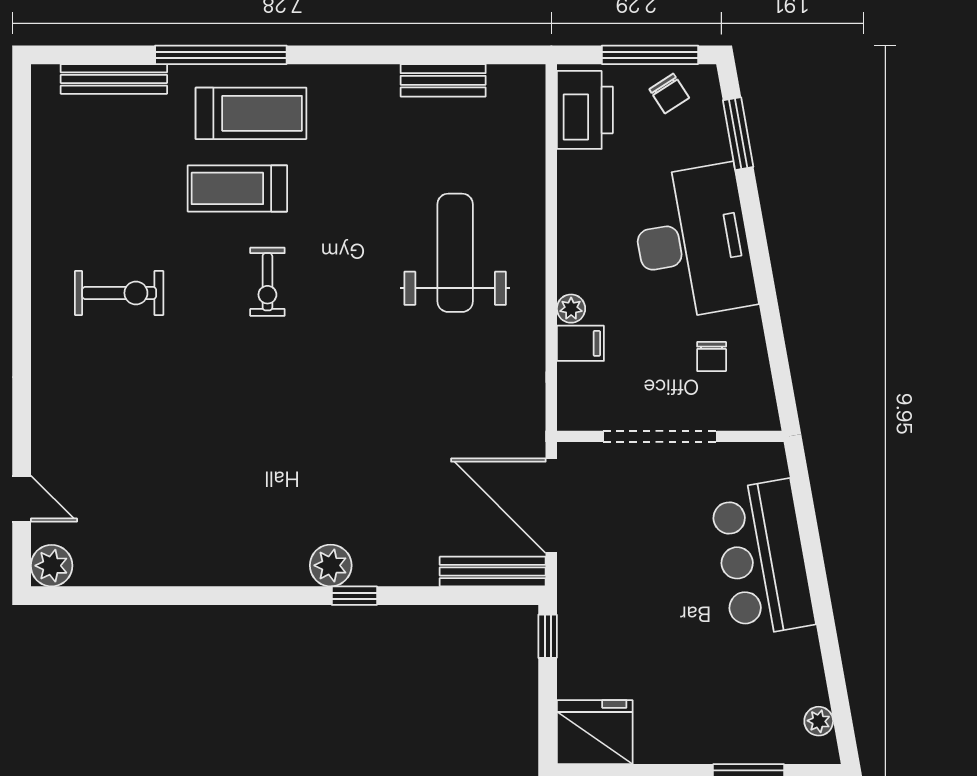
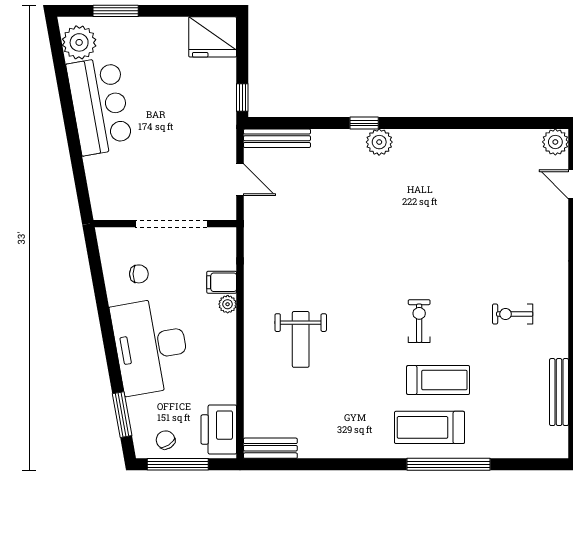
bench: (114, 79) -> (559, 392), moved, turned 90
bench: (443, 80) -> (270, 448), moved
weight bench: (455, 253) -> (301, 339), width x0.73, depth x0.75
exercise bike: (119, 293) -> (513, 314), width x0.73, depth x0.72
chair: (712, 357) -> (139, 274), turned 90
door: (551, 506) -> (240, 180), width x0.53
bar counter: (762, 558) -> (100, 106), moved
plant: (819, 721) -> (79, 42), width x1.88, depth x1.88

